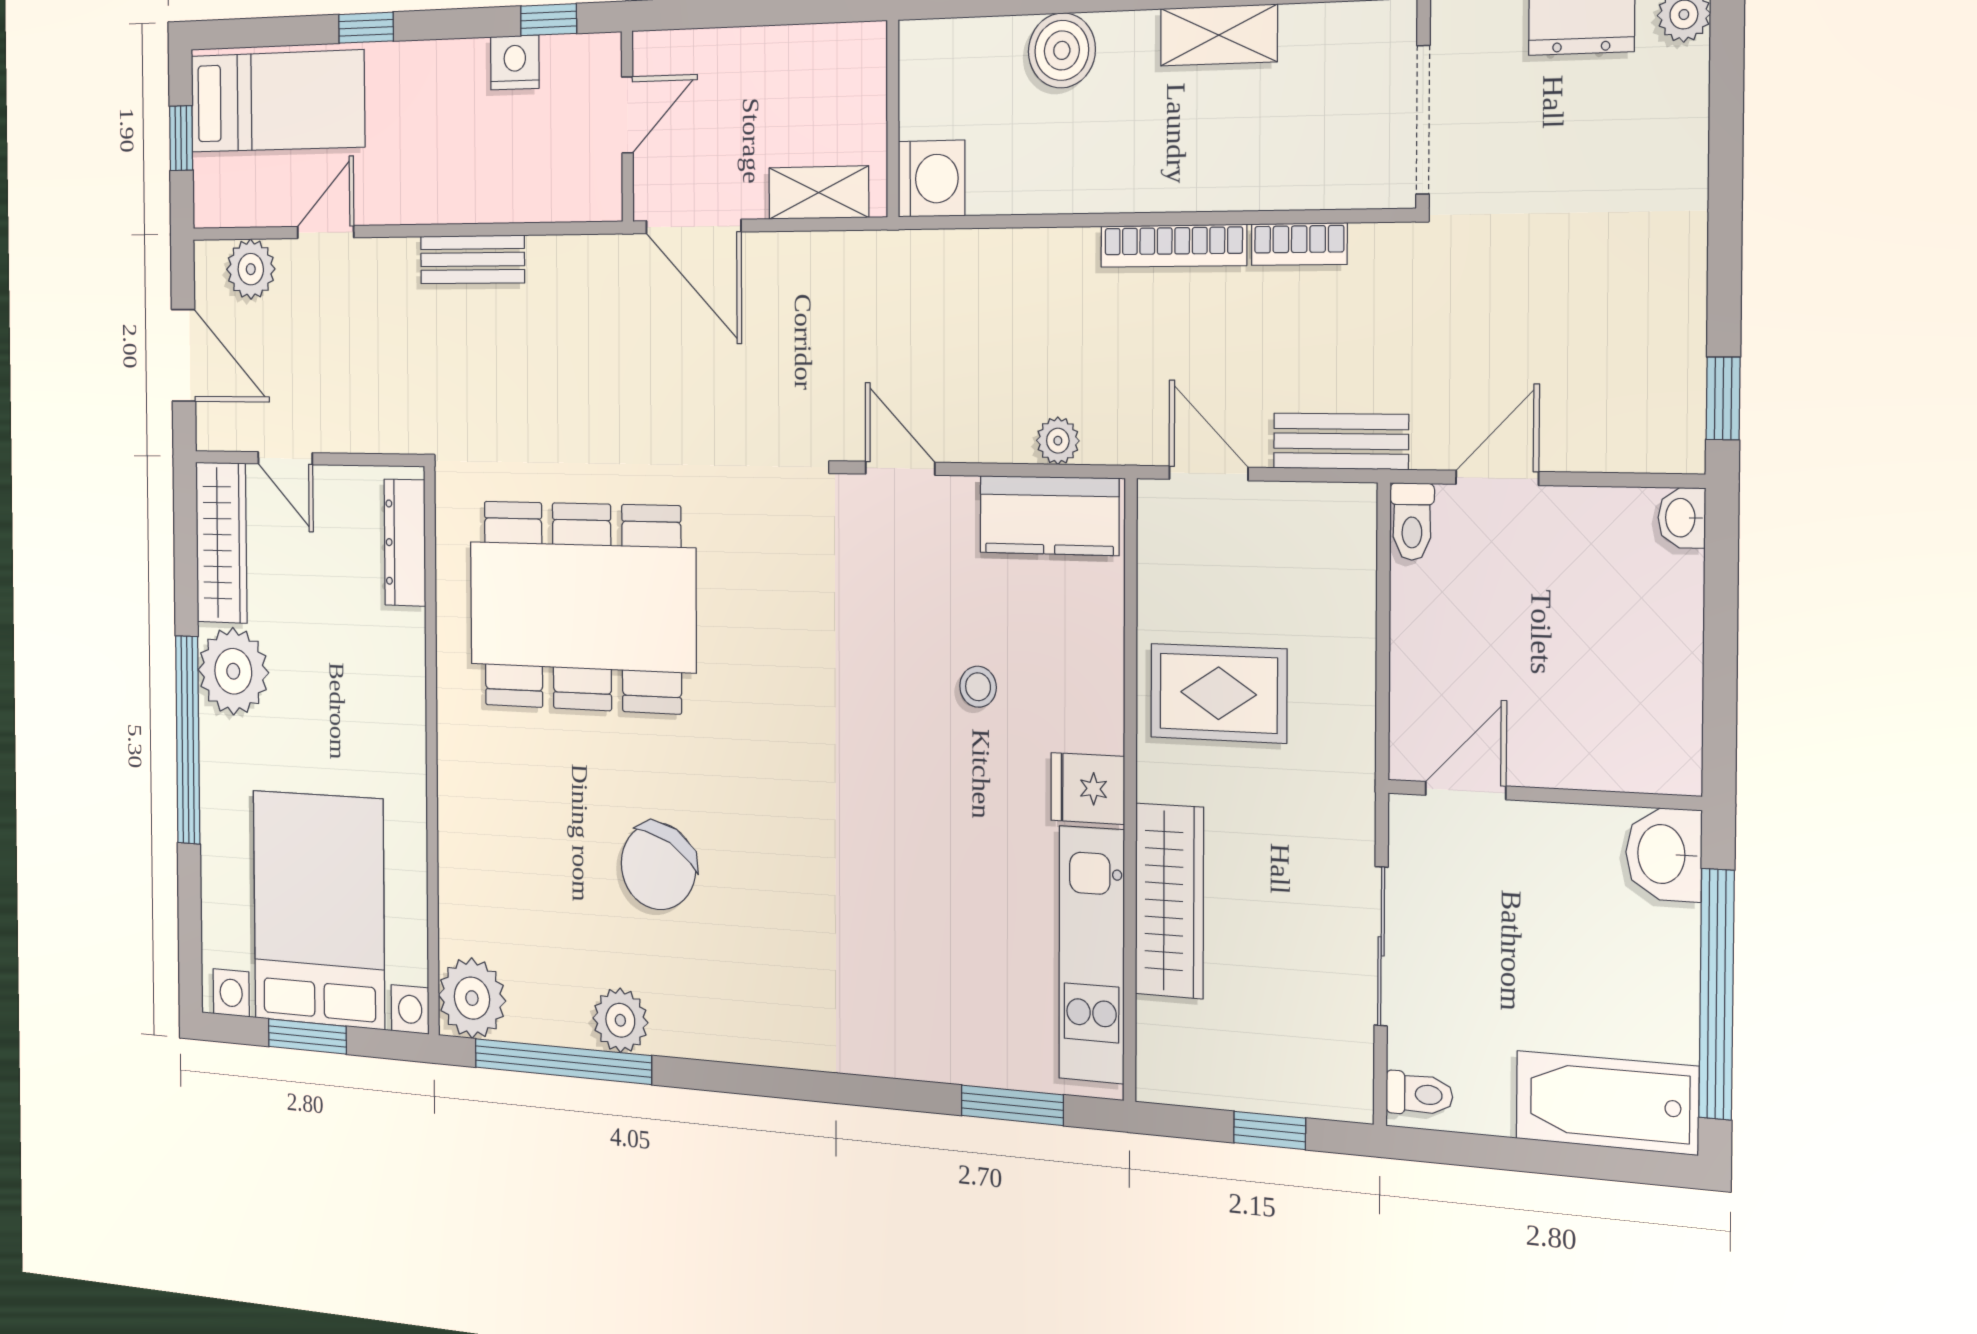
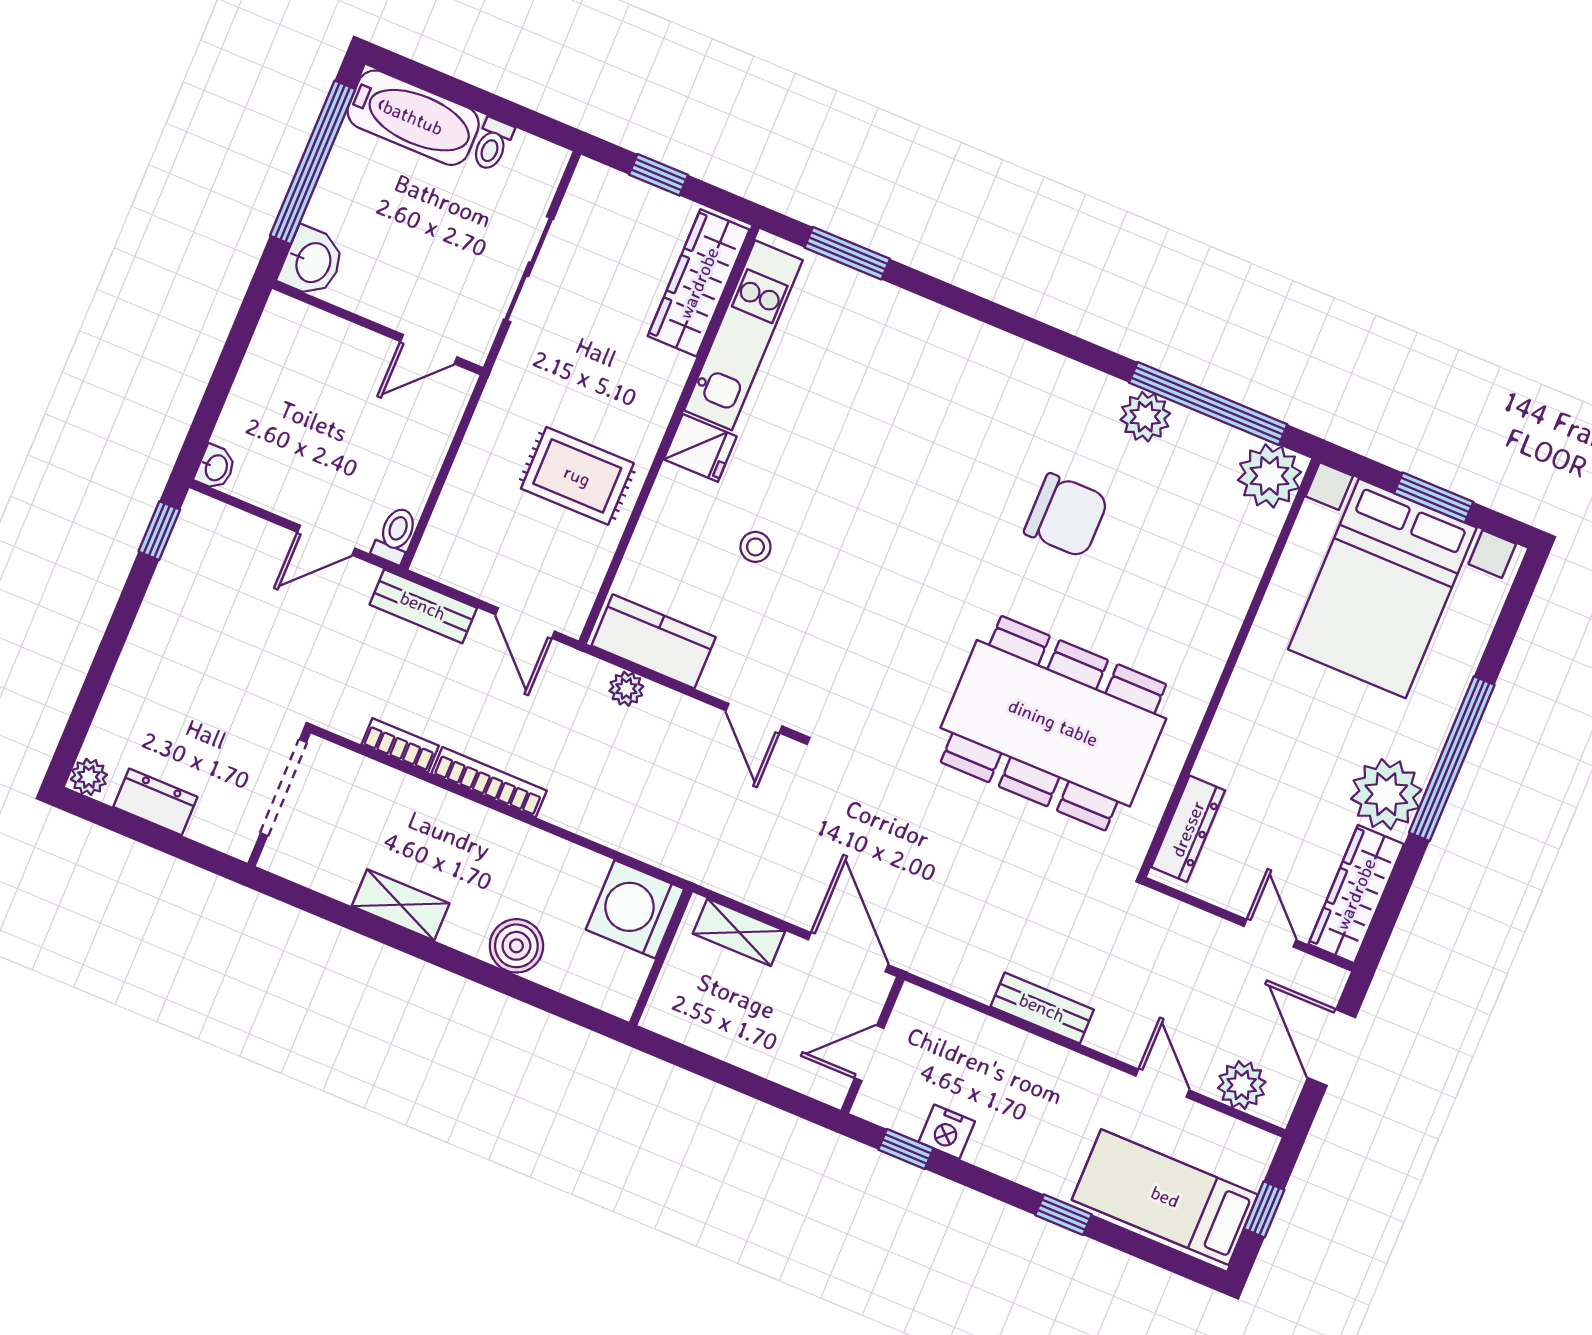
washing machine: (932, 179) -> (635, 909), width x1.37, depth x1.37
door: (326, 232) -> (1162, 1083), swing flipped
chair: (658, 866) -> (1066, 515), turned 61
wardrobe: (1169, 901) -> (699, 283), moved
toilet: (1419, 1094) -> (492, 144), moved, turned -90

